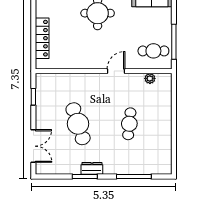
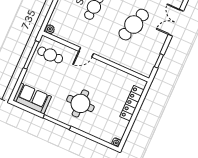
plant: (150, 78) -> (50, 29), moved
cafe table: (78, 124) -> (134, 25), turned 36

